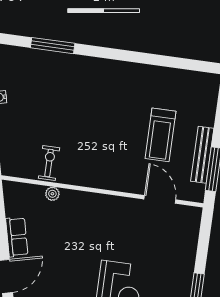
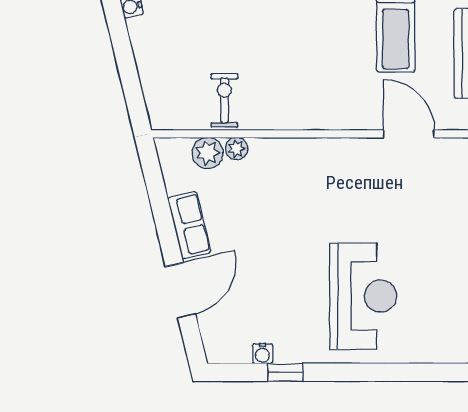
plant: (34, 194) -> (207, 153), added

